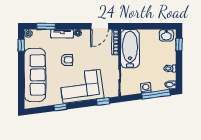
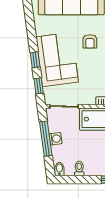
window: (156, 94) -> (46, 139), moved
window: (60, 107) -> (35, 60), moved

